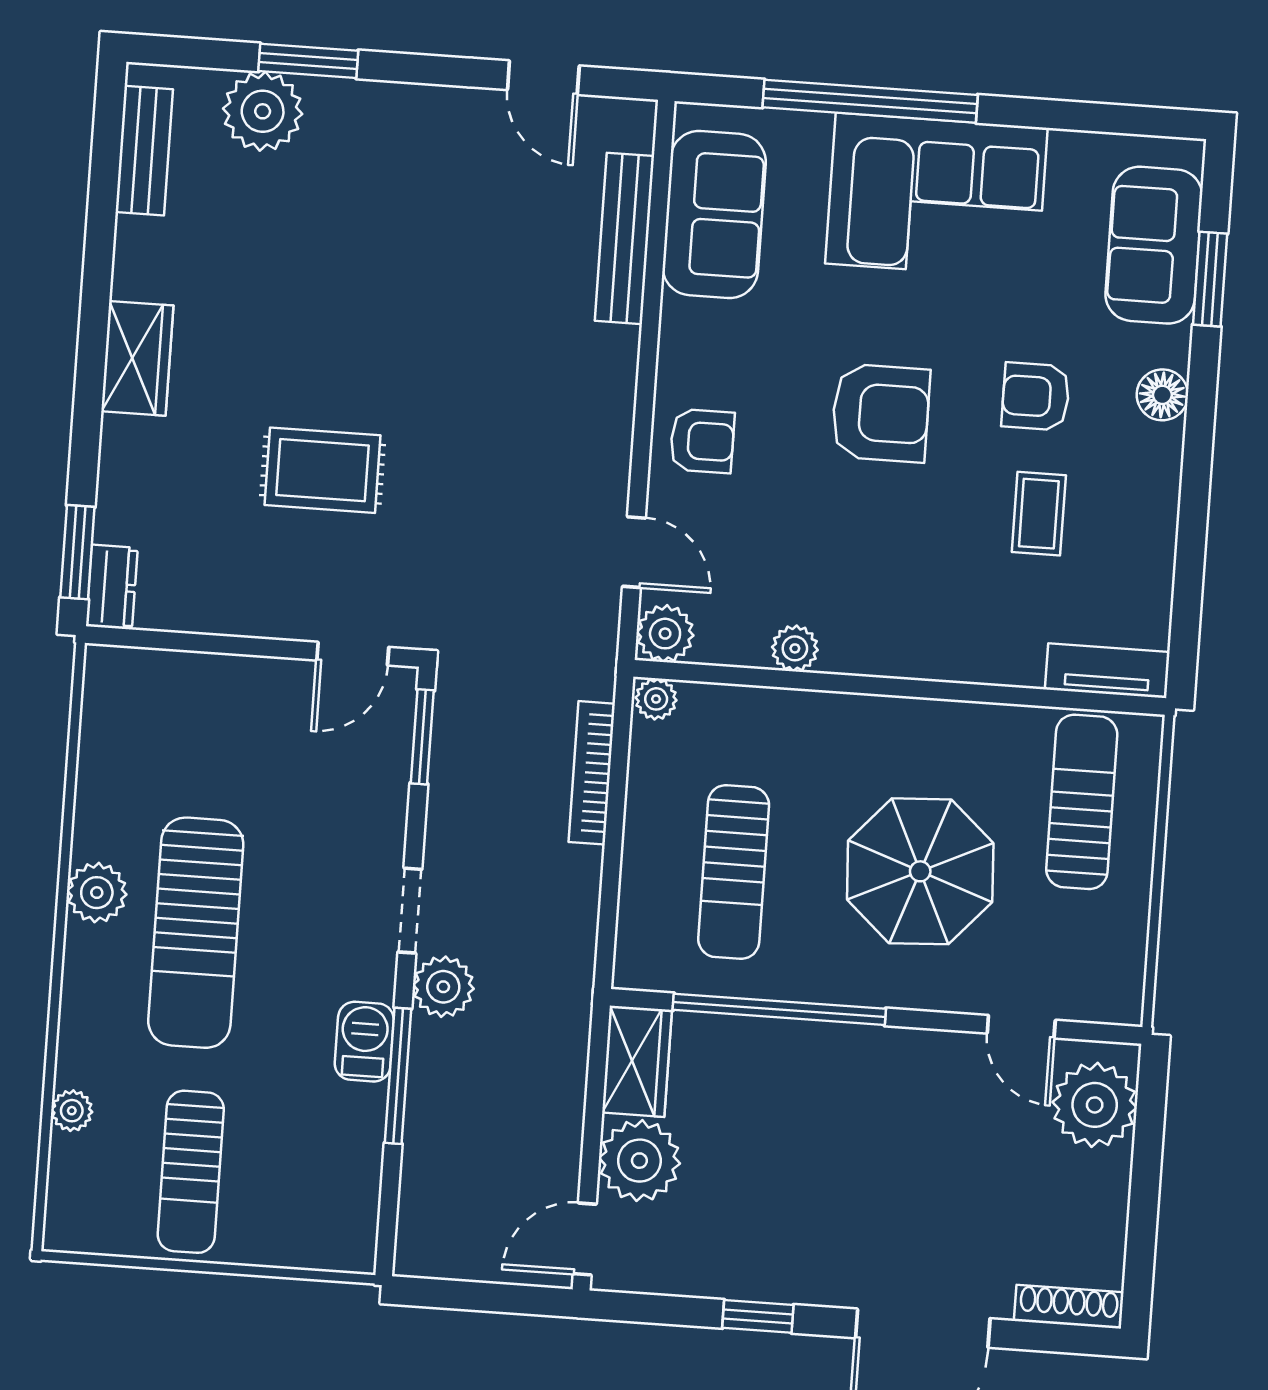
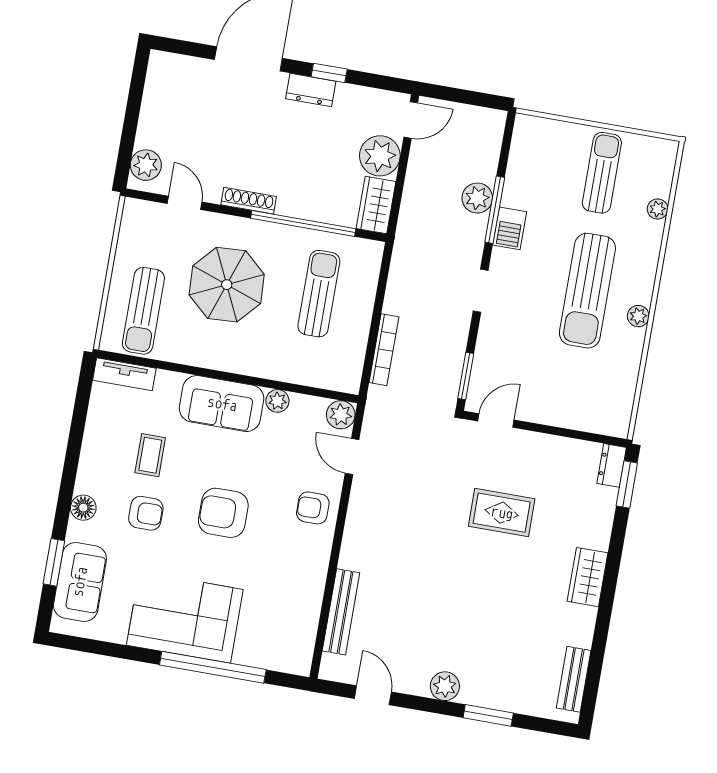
plant: (263, 111) -> (445, 686), moved, width x0.73, depth x0.73
sofa: (714, 214) -> (222, 404), moved, turned -90
plant: (656, 699) -> (348, 383), removed
plant: (97, 893) -> (638, 316), width x0.73, depth x0.73
sun lounger: (196, 933) -> (587, 291), turned 180
plant: (443, 987) -> (477, 198), moved
plant: (1095, 1105) -> (146, 165), width x0.73, depth x0.73
dresser: (791, 1279) -> (311, 90), added
shoe rack: (1069, 1307) -> (249, 201), moved, turned 180

